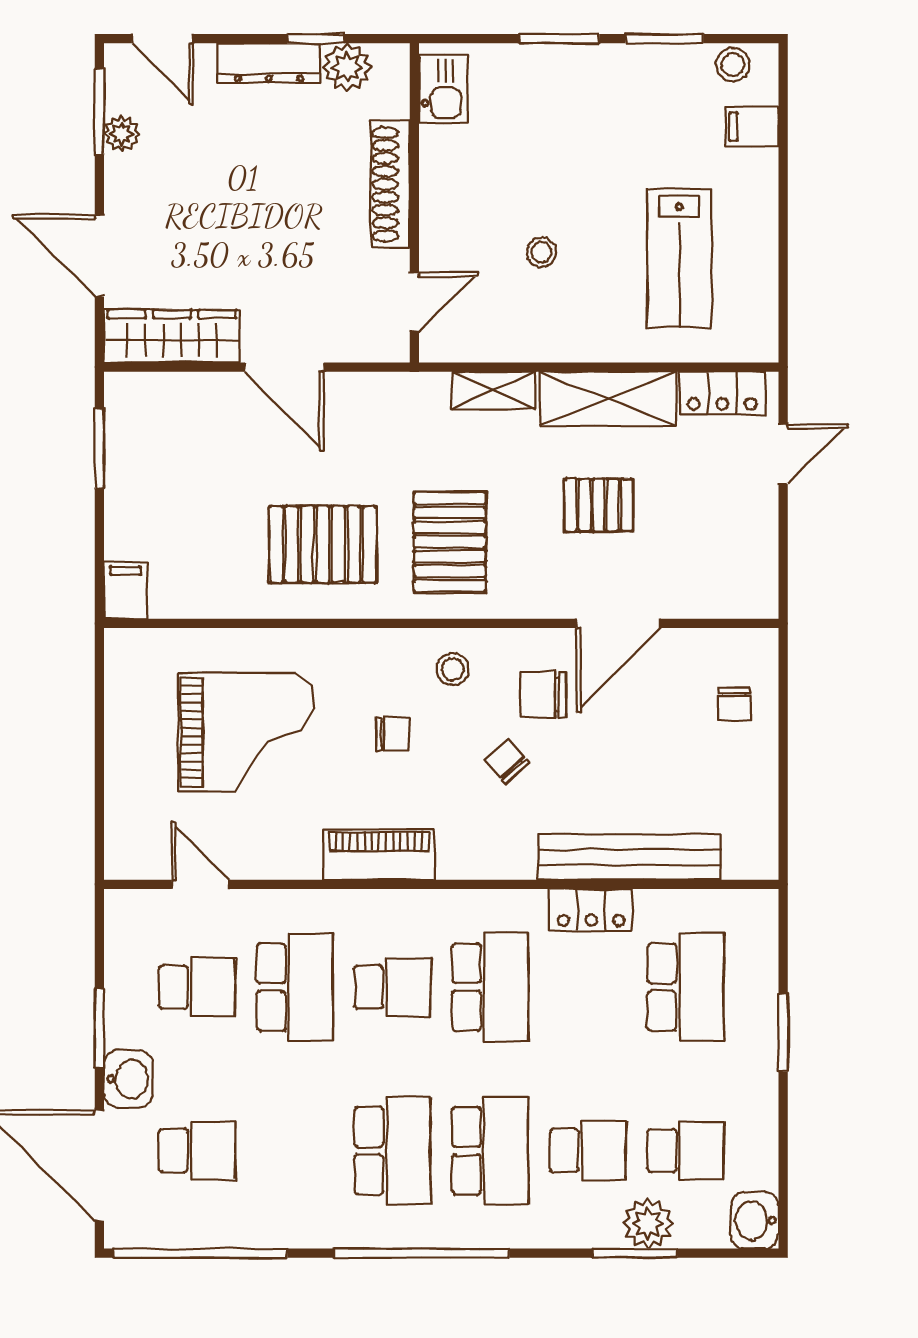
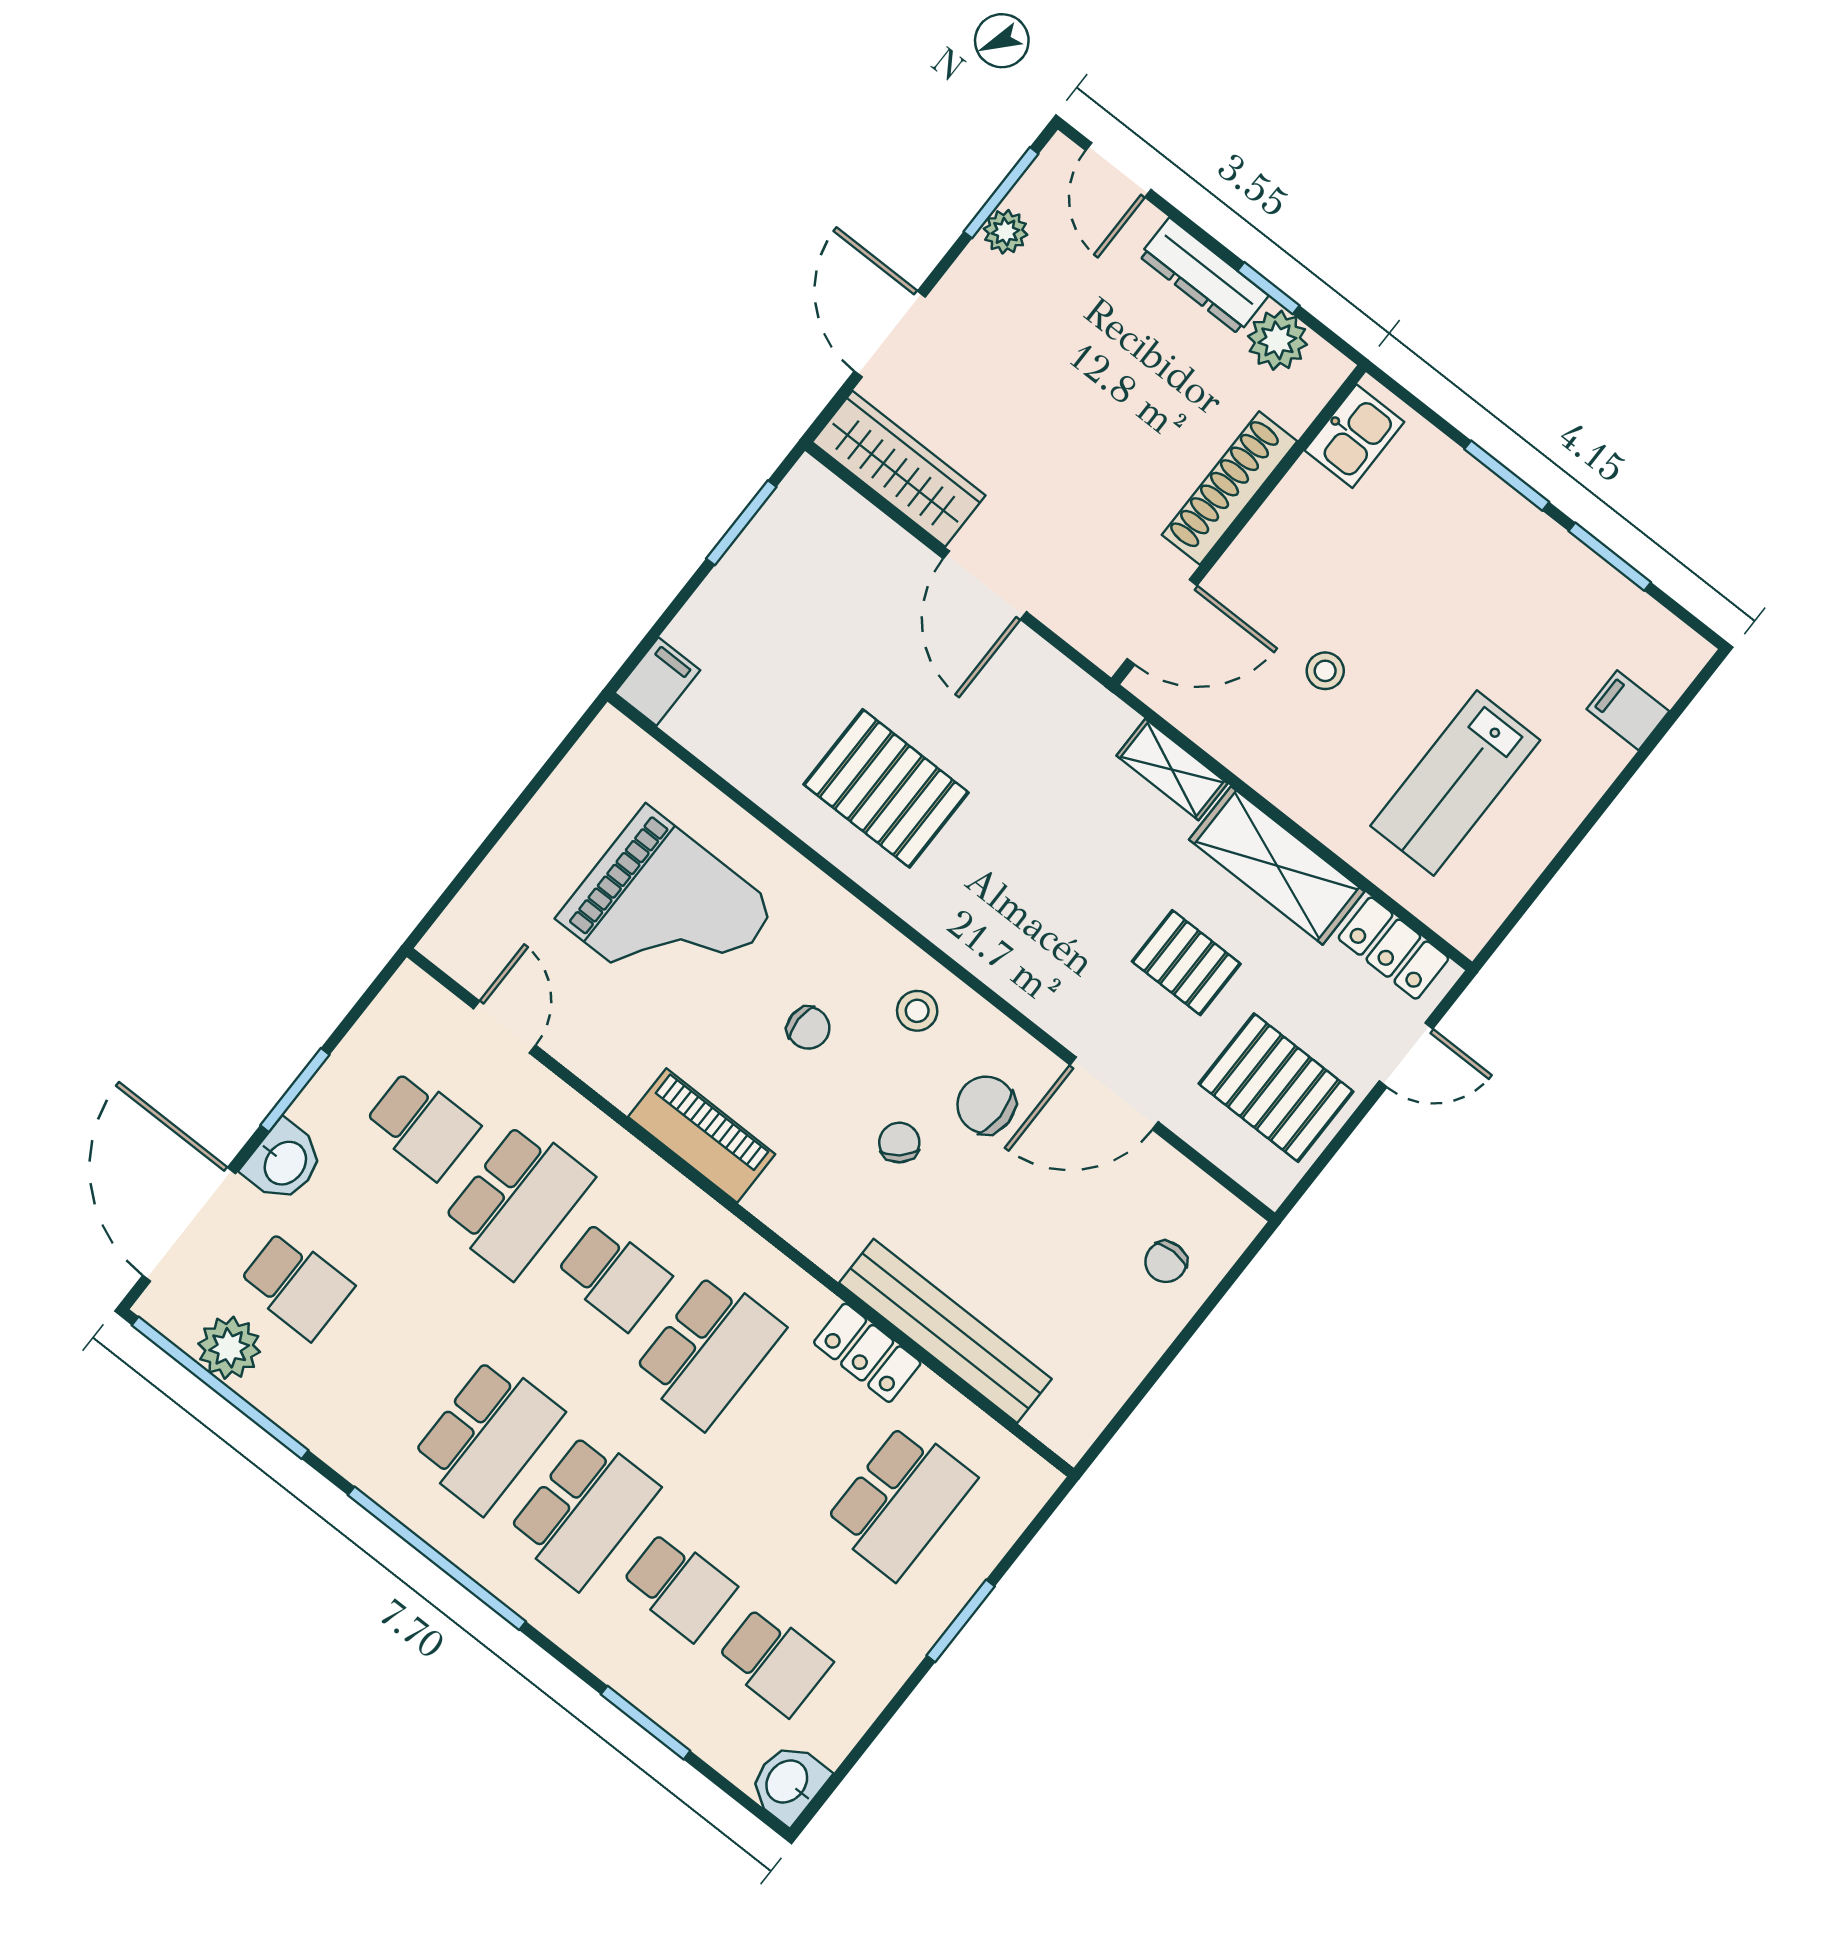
stool: (733, 65) -> (1657, 635), removed
door: (414, 302) -> (1162, 622), width x1.38
pallet: (450, 542) -> (1276, 1088), moved, turned 90
plant: (648, 1224) -> (229, 1348), moved

